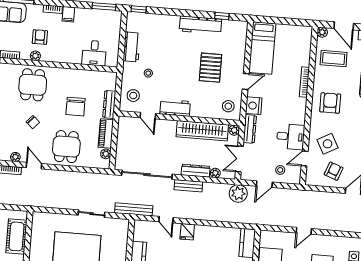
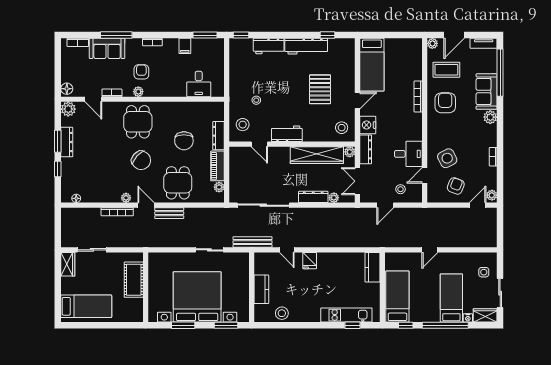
filing cabinet: (68, 14) -> (185, 46), moved
door: (344, 26) -> (454, 35), hinge flipped
workbench: (132, 47) -> (269, 46), moved, turned 90
armchair: (330, 103) -> (445, 103), moved
chair: (33, 122) -> (141, 160), width x1.87, depth x1.87
bench: (188, 186) -> (169, 213), moved
plant: (238, 193) -> (359, 217), removed

